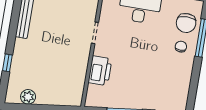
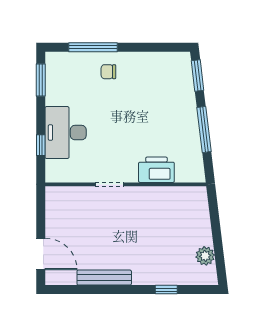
chair: (186, 23) -> (77, 70), removed

